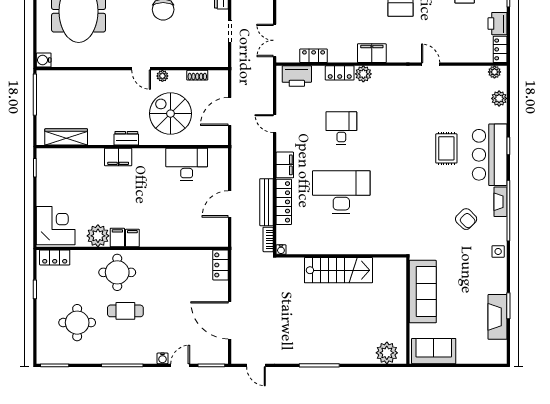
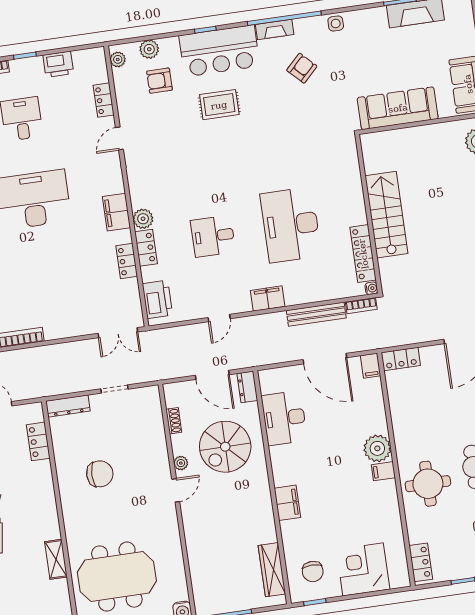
locker: (500, 49) -> (104, 100), moved, turned 90
locker: (314, 56) -> (127, 261), moved
armchair: (473, 103) -> (159, 81), added
dresser: (126, 138) -> (247, 387), moved
chair: (60, 169) -> (313, 572), added
locker: (284, 202) -> (363, 254), moved, turned -90
door: (230, 204) -> (325, 359), width x1.36
corner desk: (56, 226) -> (363, 569), moved
plant: (98, 236) -> (377, 448), moved
filing cabinet: (117, 238) -> (371, 366), moved, turned -90

